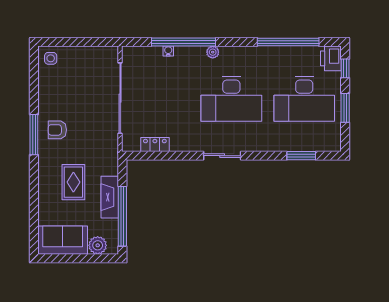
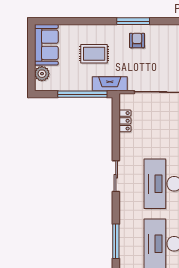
window: (301, 156) -> (116, 241), width x1.44
fireplace: (110, 197) -> (110, 84), moved
window: (122, 216) -> (82, 94), moved

